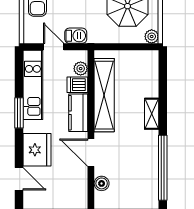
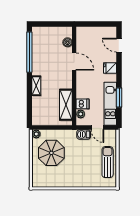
shelving: (104, 95) -> (66, 105), width x0.68
window: (19, 113) -> (119, 98), moved
kitchen counter: (78, 113) -> (82, 86), removed
fridge: (37, 150) -> (110, 68), width x0.53, depth x0.75

